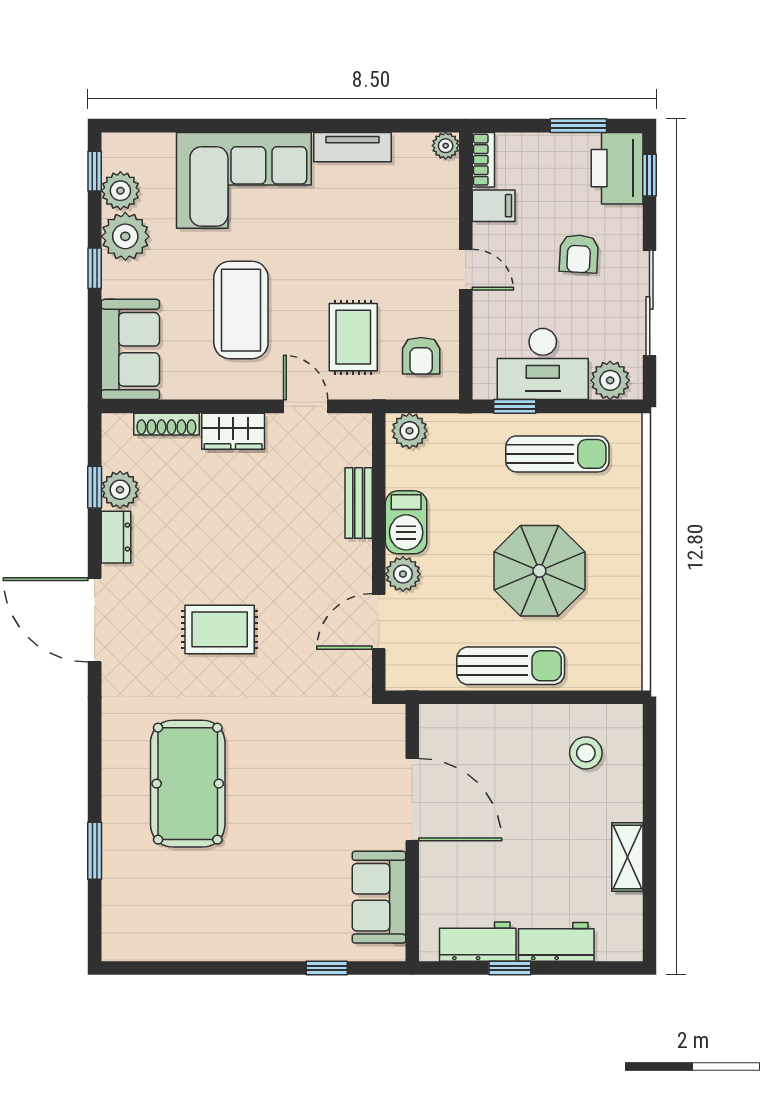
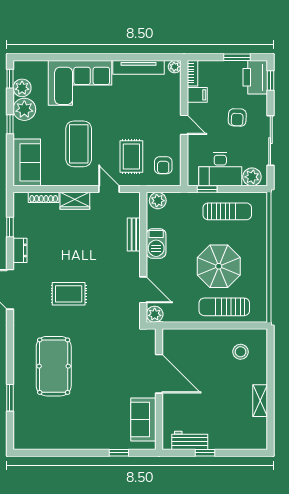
tv unit: (353, 147) -> (138, 67), width x1.41
plant: (120, 490) -> (22, 228), removed
plant: (403, 574) -> (155, 314), moved
door: (379, 621) -> (143, 290), swing flipped
sun lounger: (511, 666) -> (224, 307), moved, turned 180
workbench: (556, 942) -> (227, 440), removed

